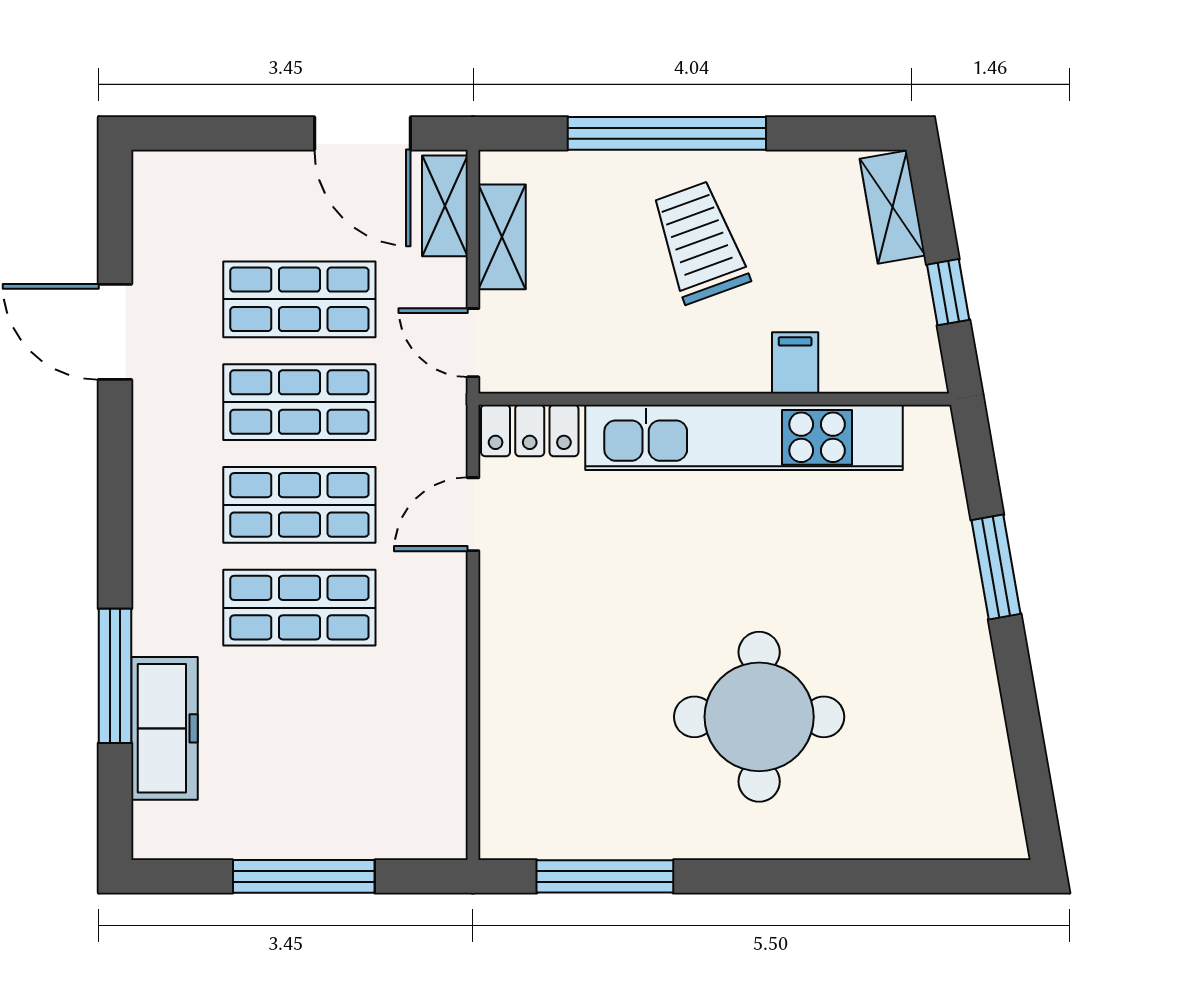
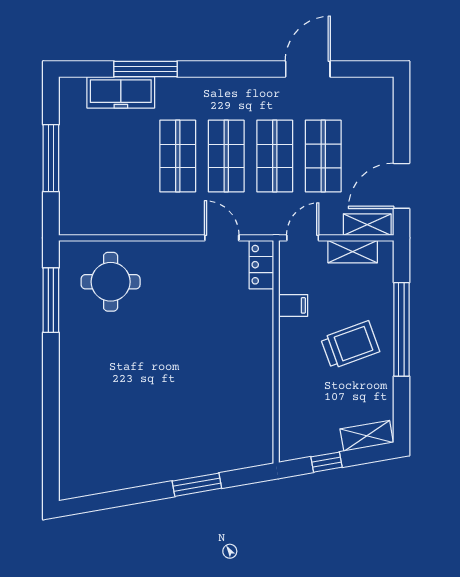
filing cabinet: (795, 363) -> (293, 305), moved
kitchen unit: (744, 437) -> (258, 366), removed
round table: (759, 717) -> (111, 282), moved, width x0.73, depth x0.73

